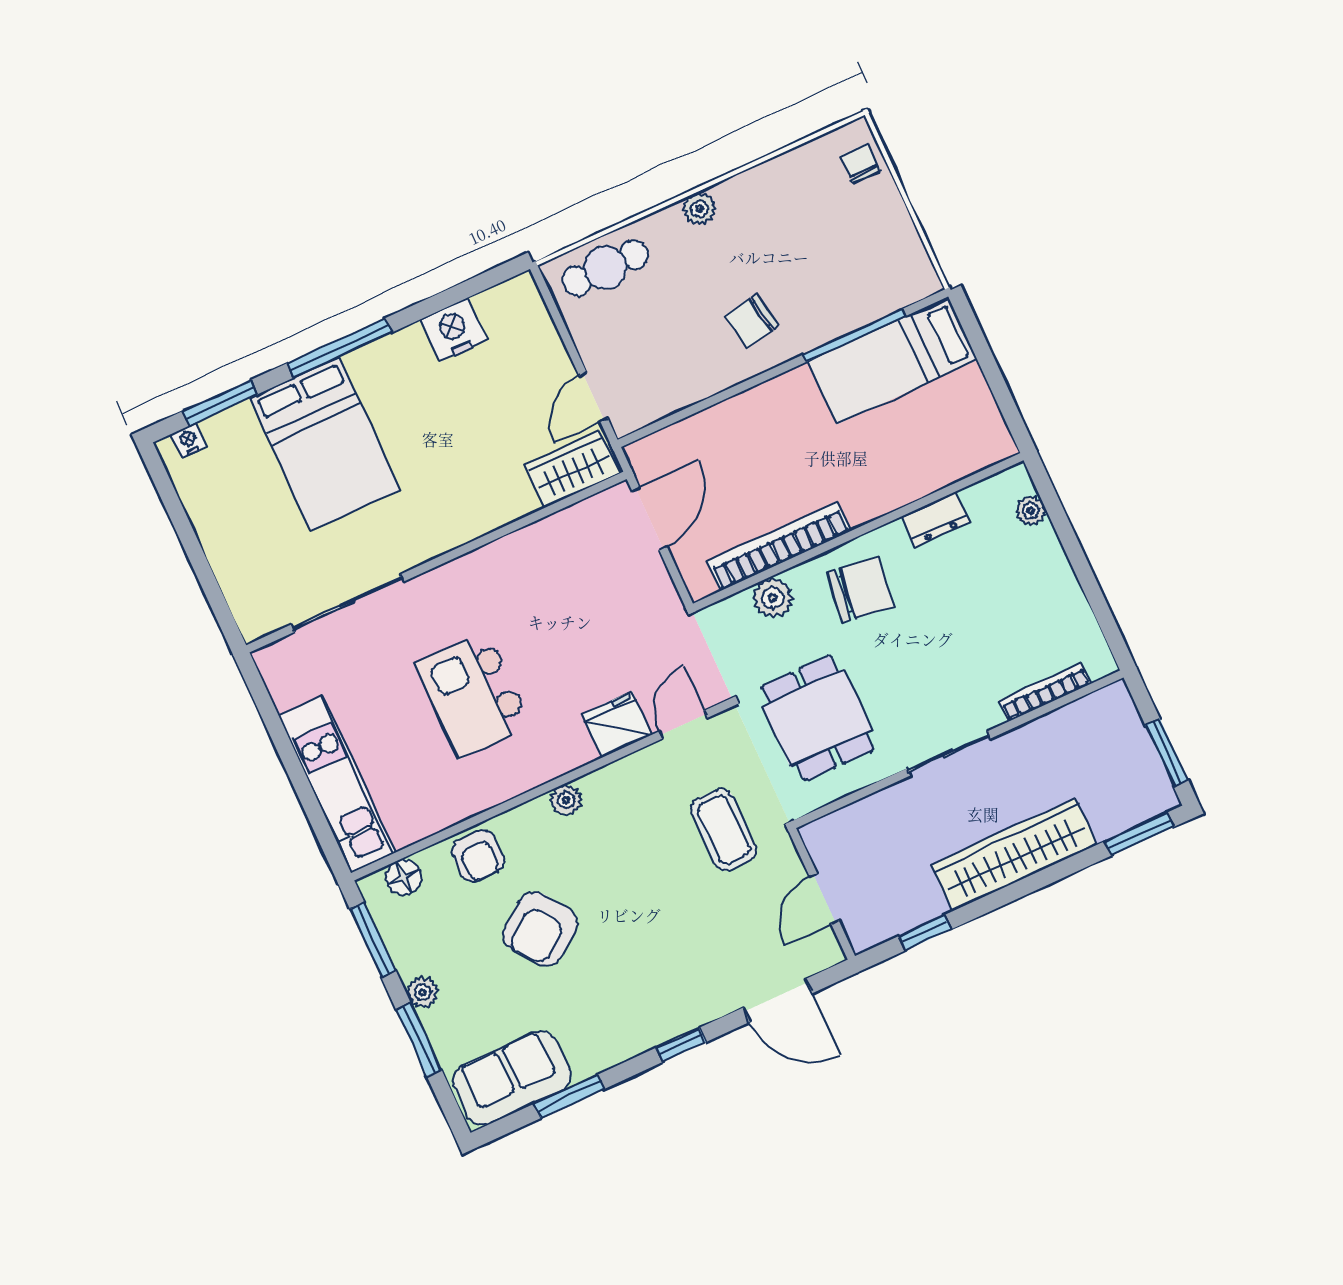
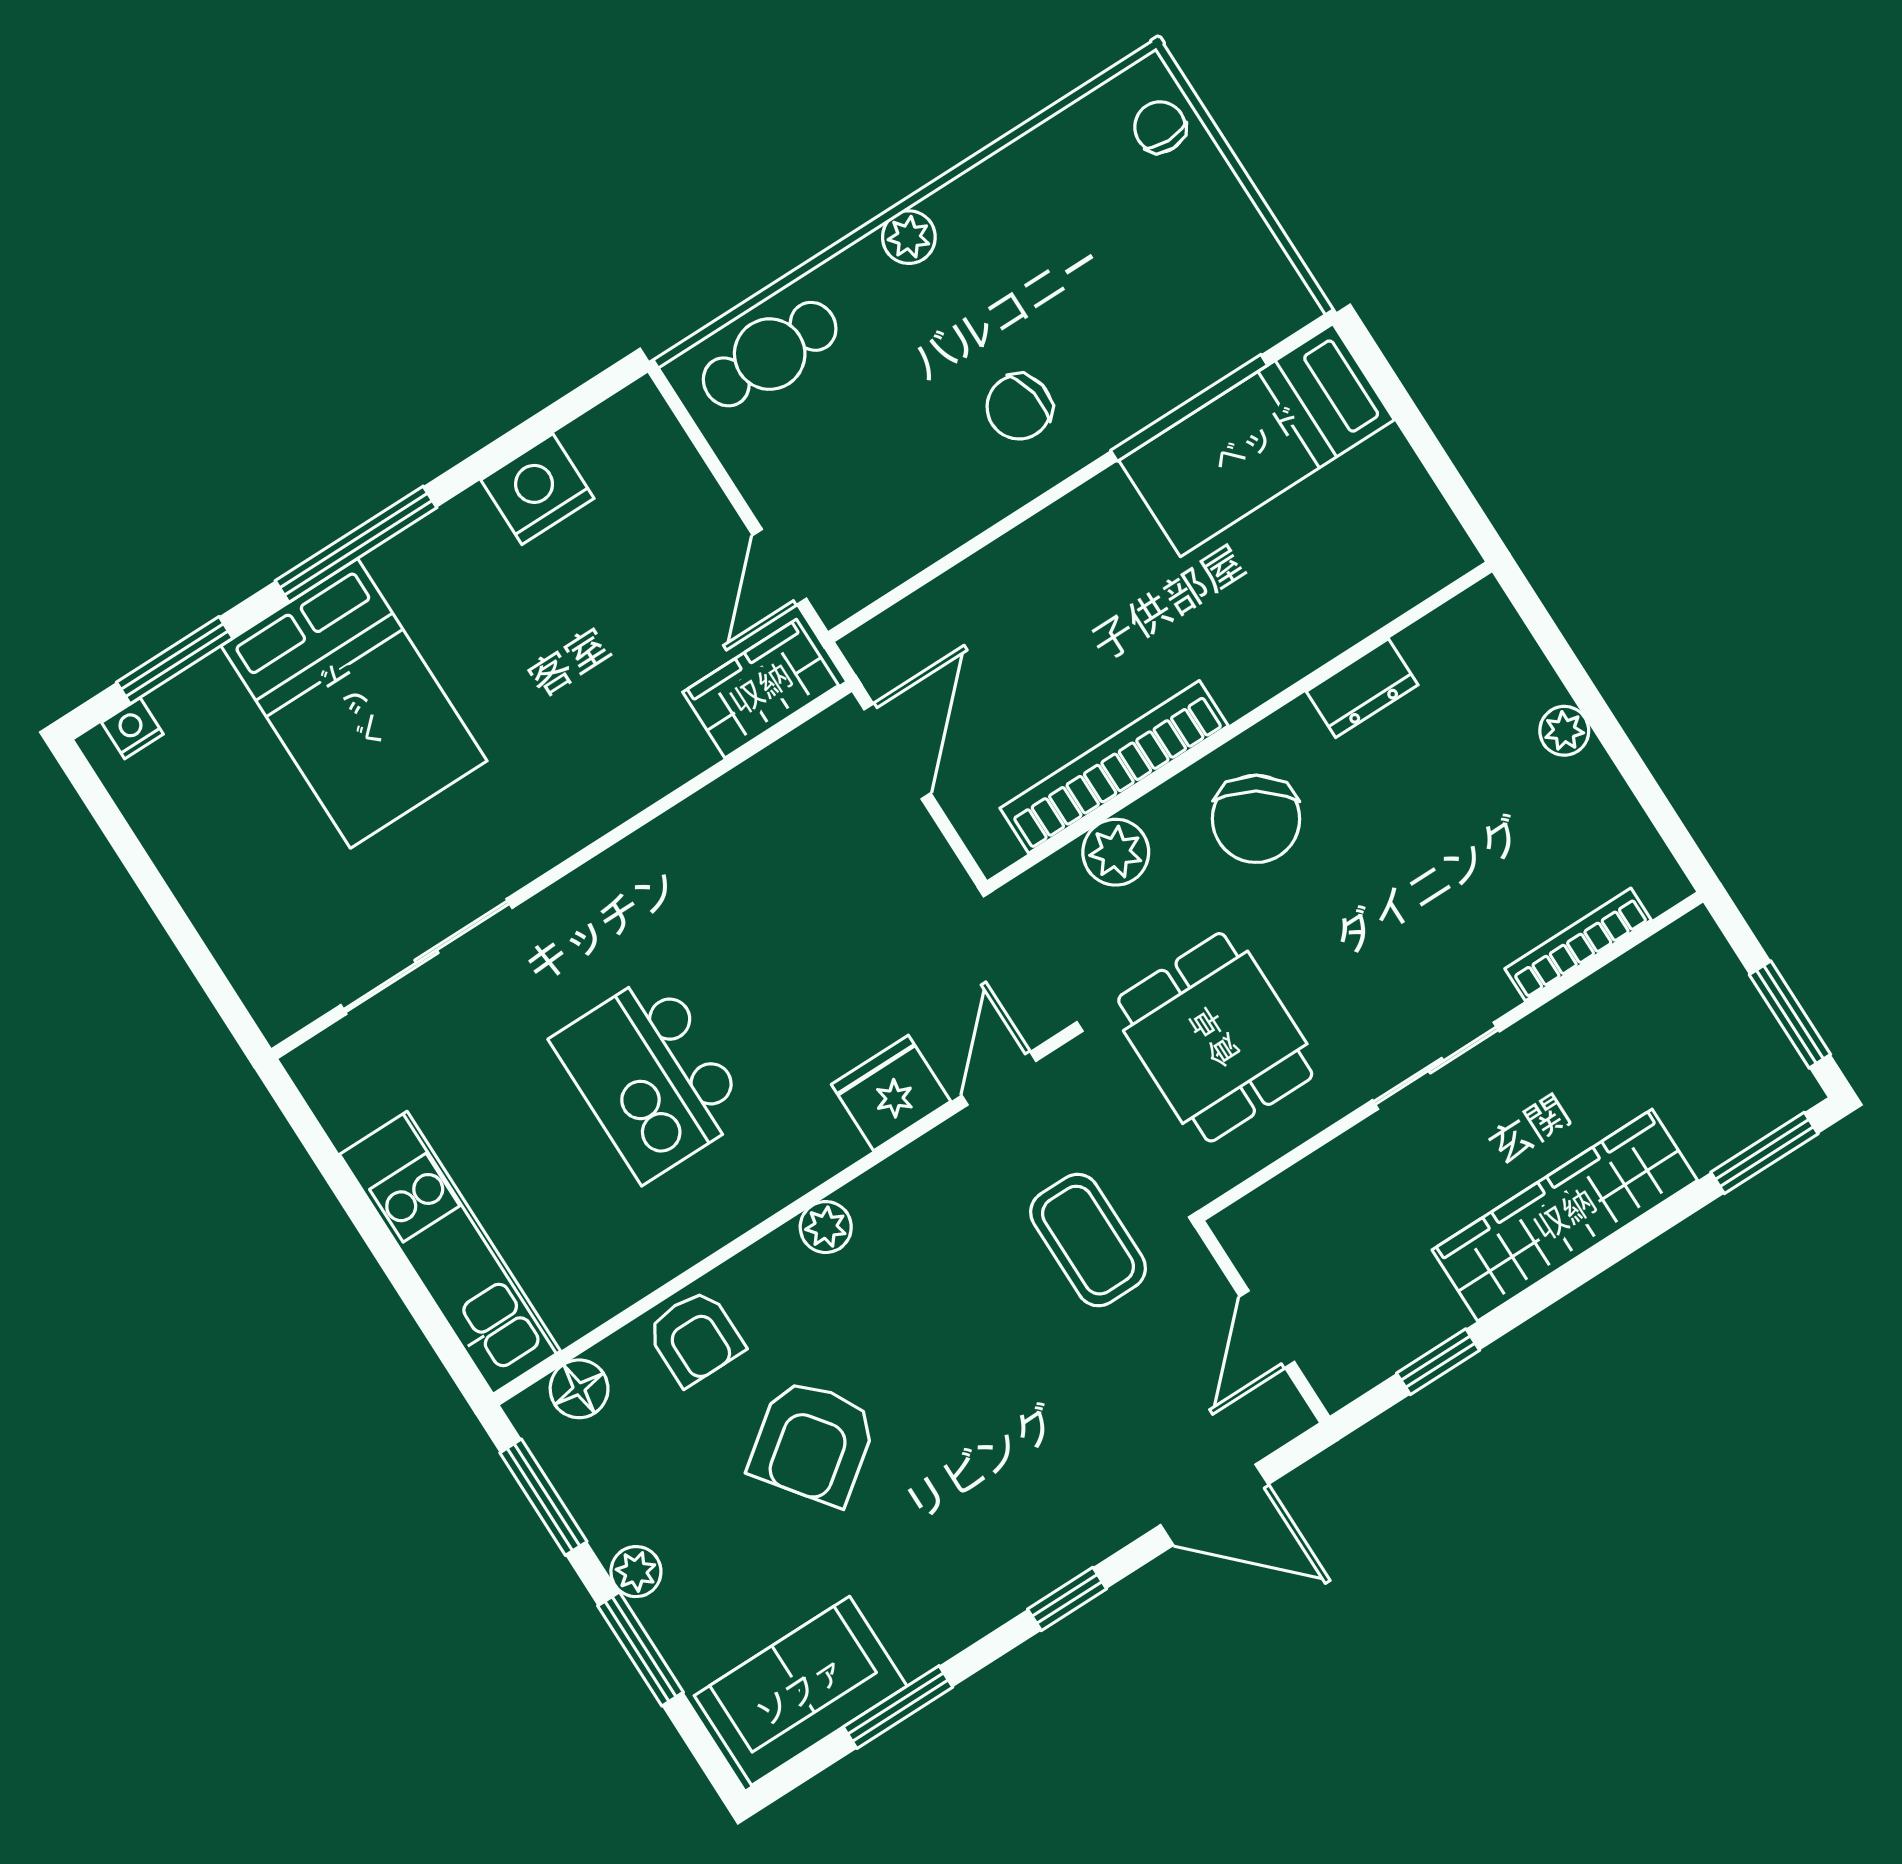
plant: (1031, 511) -> (1564, 731), moved
chair: (860, 589) -> (1256, 819), turned 115

